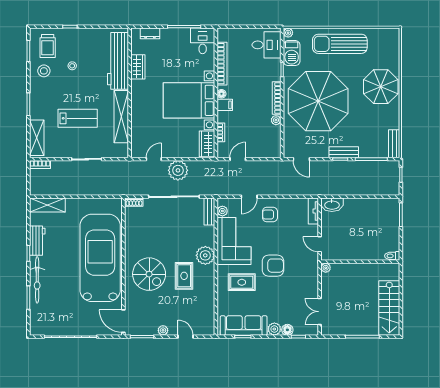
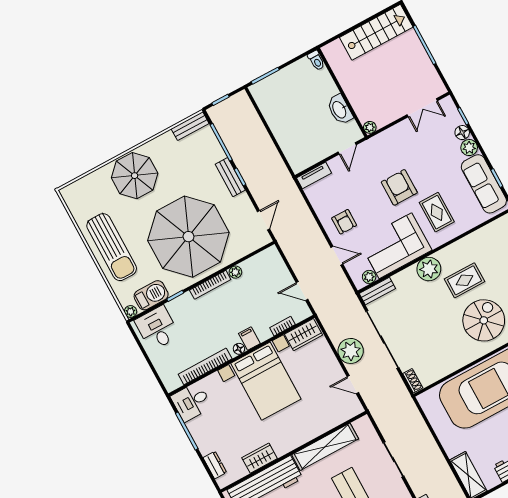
washbasin: (332, 205) -> (340, 110), moved, turned 180

